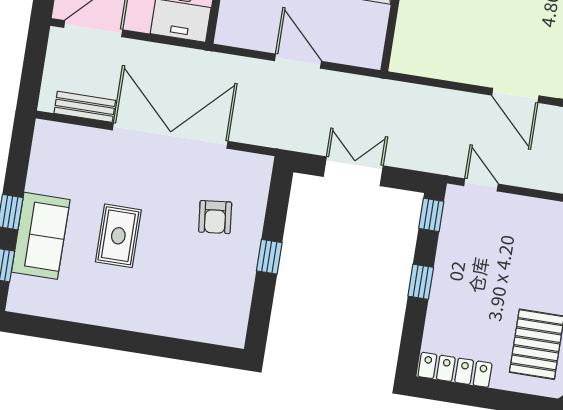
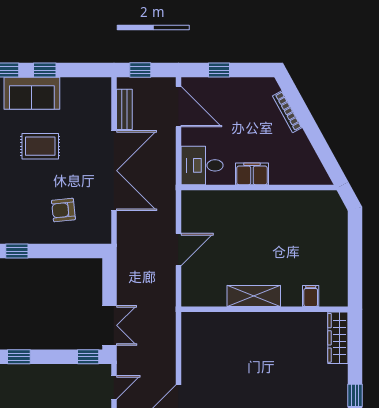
window: (32, 75) -> (140, 70), added
double door: (353, 171) -> (109, 325), moved
window: (269, 257) -> (17, 251), moved
window: (421, 282) -> (19, 357), moved

